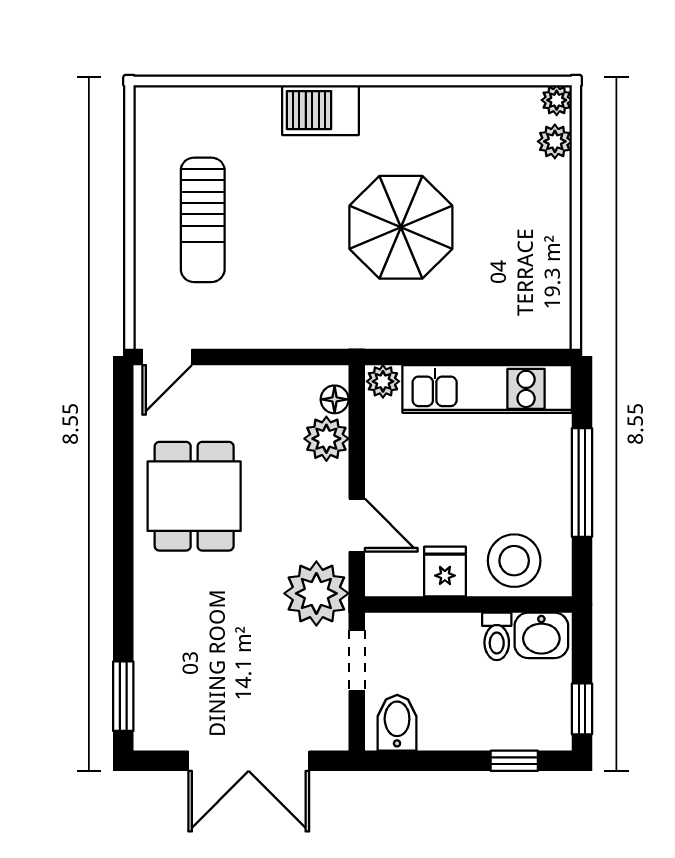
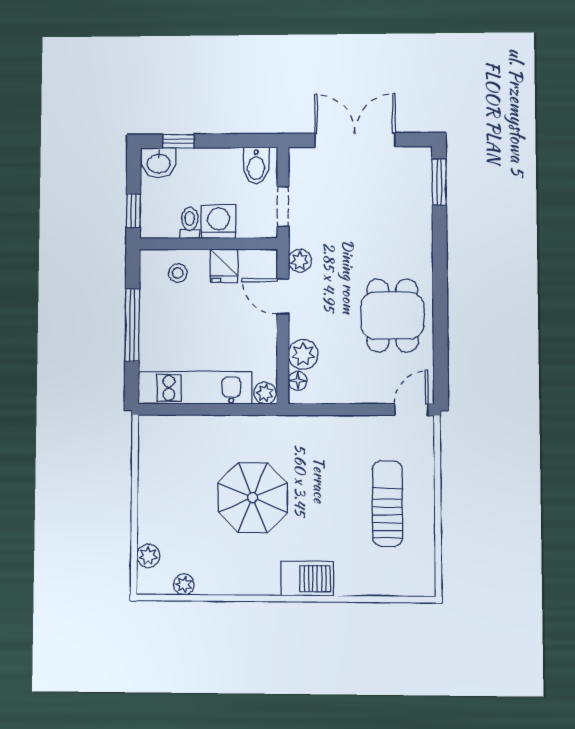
plant: (557, 100) -> (184, 585), moved
stool: (514, 561) -> (178, 273), width x0.53, depth x0.53
plant: (316, 593) -> (300, 261), width x0.53, depth x0.53
washbasin: (541, 635) -> (159, 163), moved, turned 180
washing machine: (453, 638) -> (219, 221), added
window: (582, 709) -> (133, 211), moved

